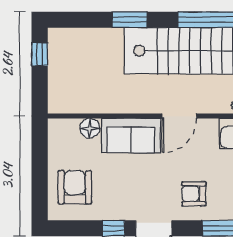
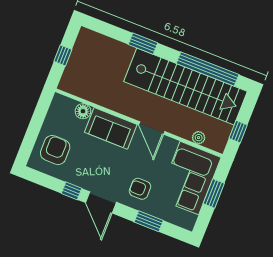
window: (40, 54) -> (63, 55), moved
door: (179, 116) -> (152, 128), hinge flipped

